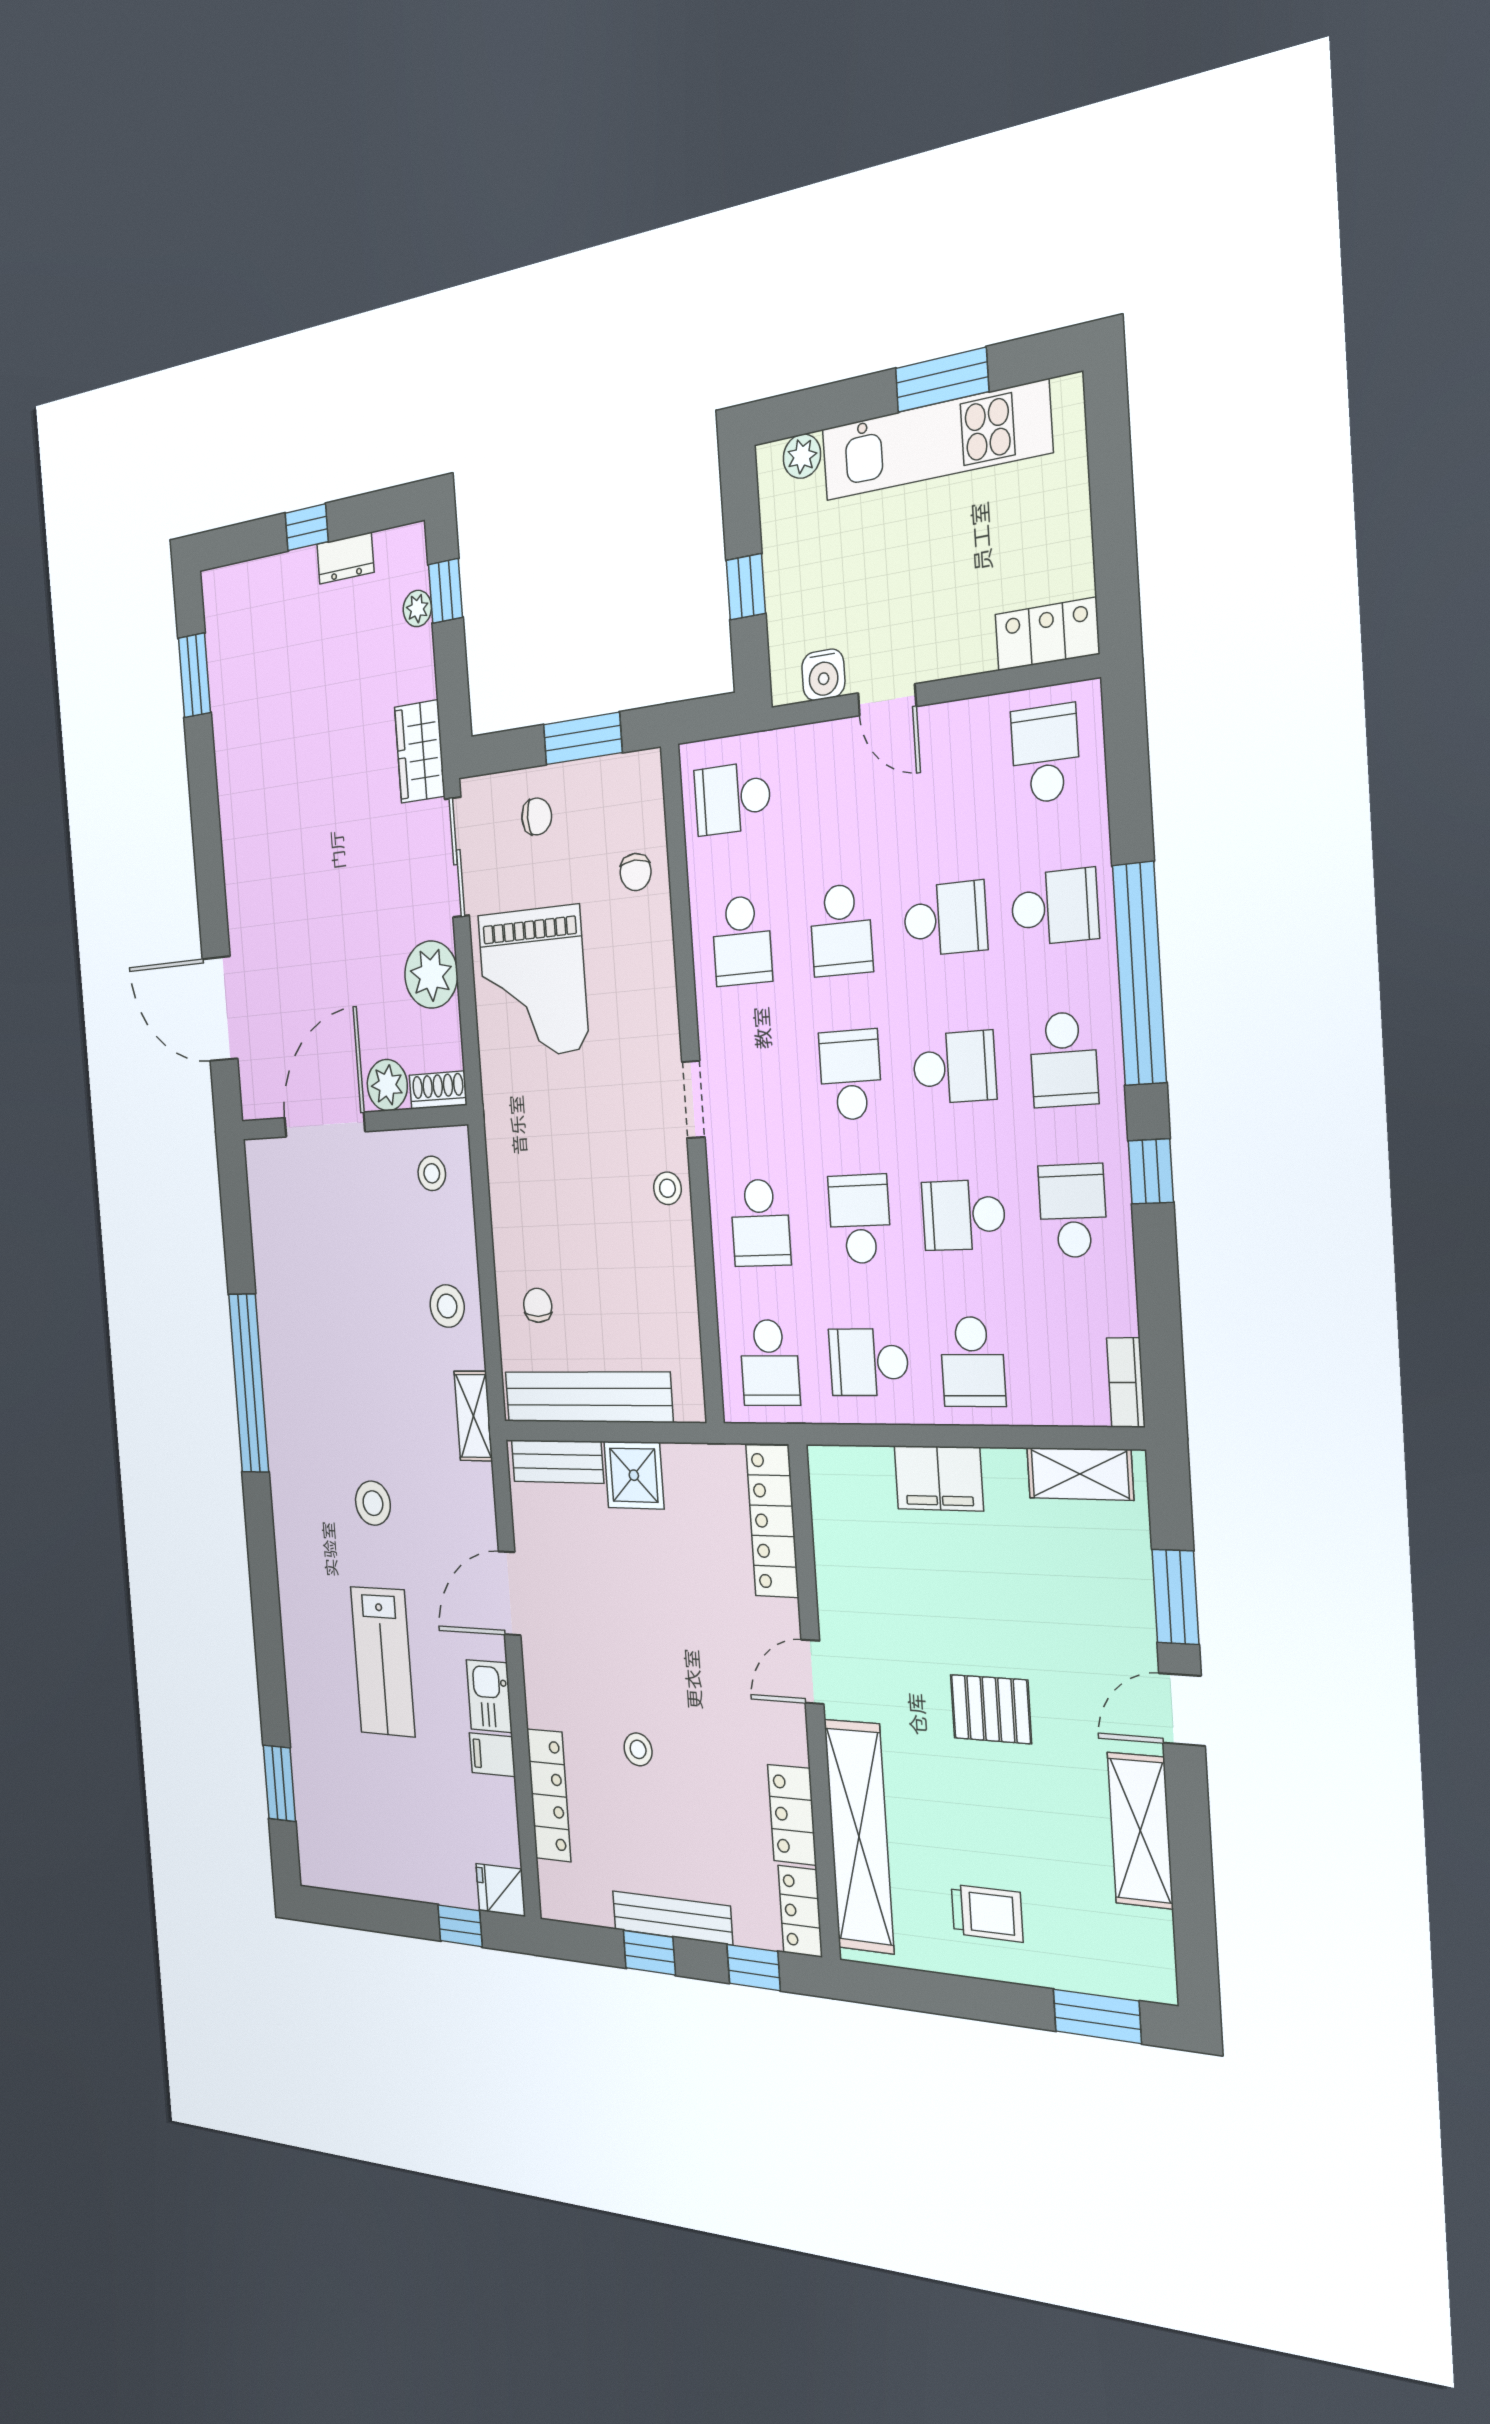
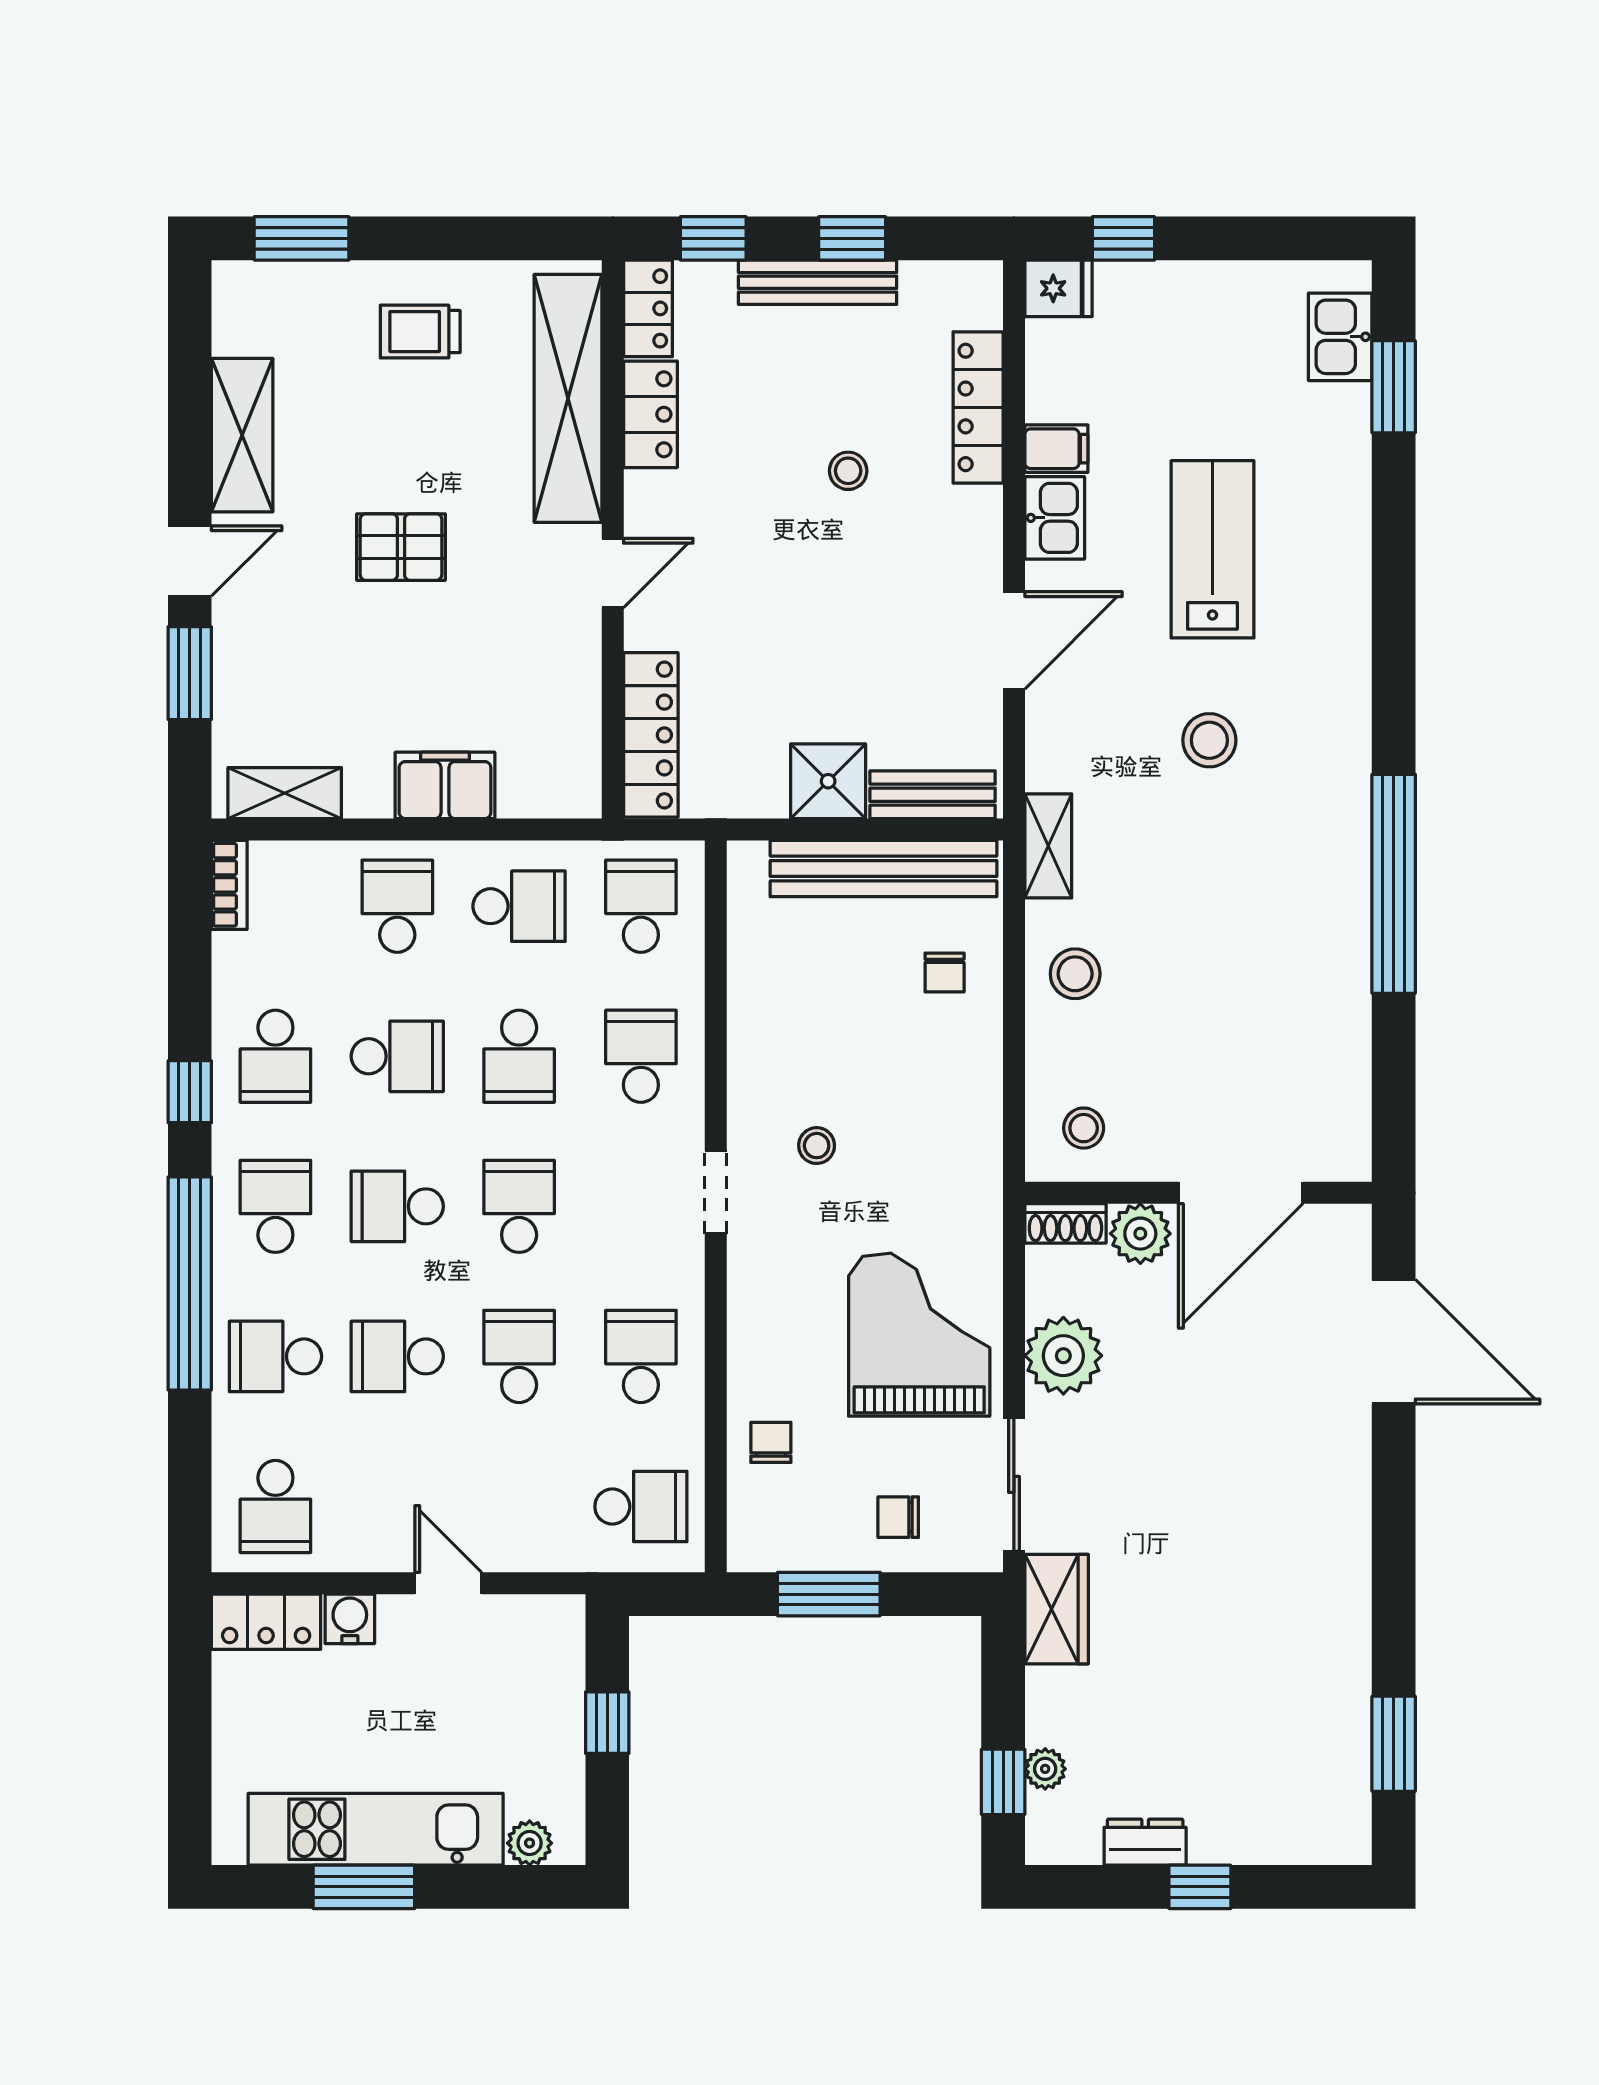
water cooler: (823, 675) -> (350, 1619), moved
school desk: (850, 1075) -> (519, 1206), turned 180
stool: (667, 1188) -> (817, 1146), moved
kitchen sink: (315, 1827) -> (1340, 337), added

